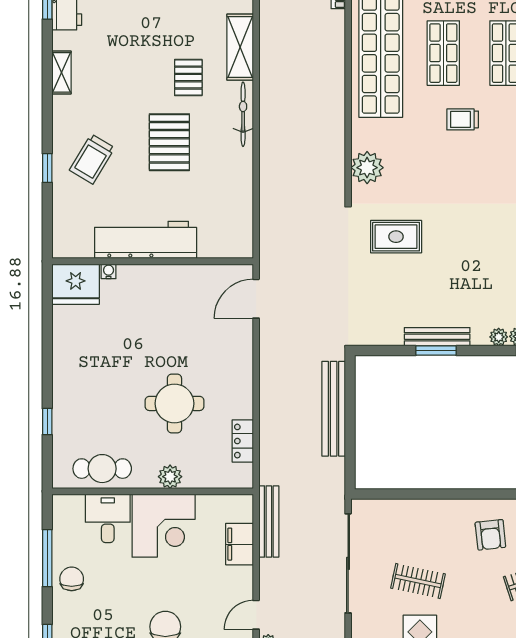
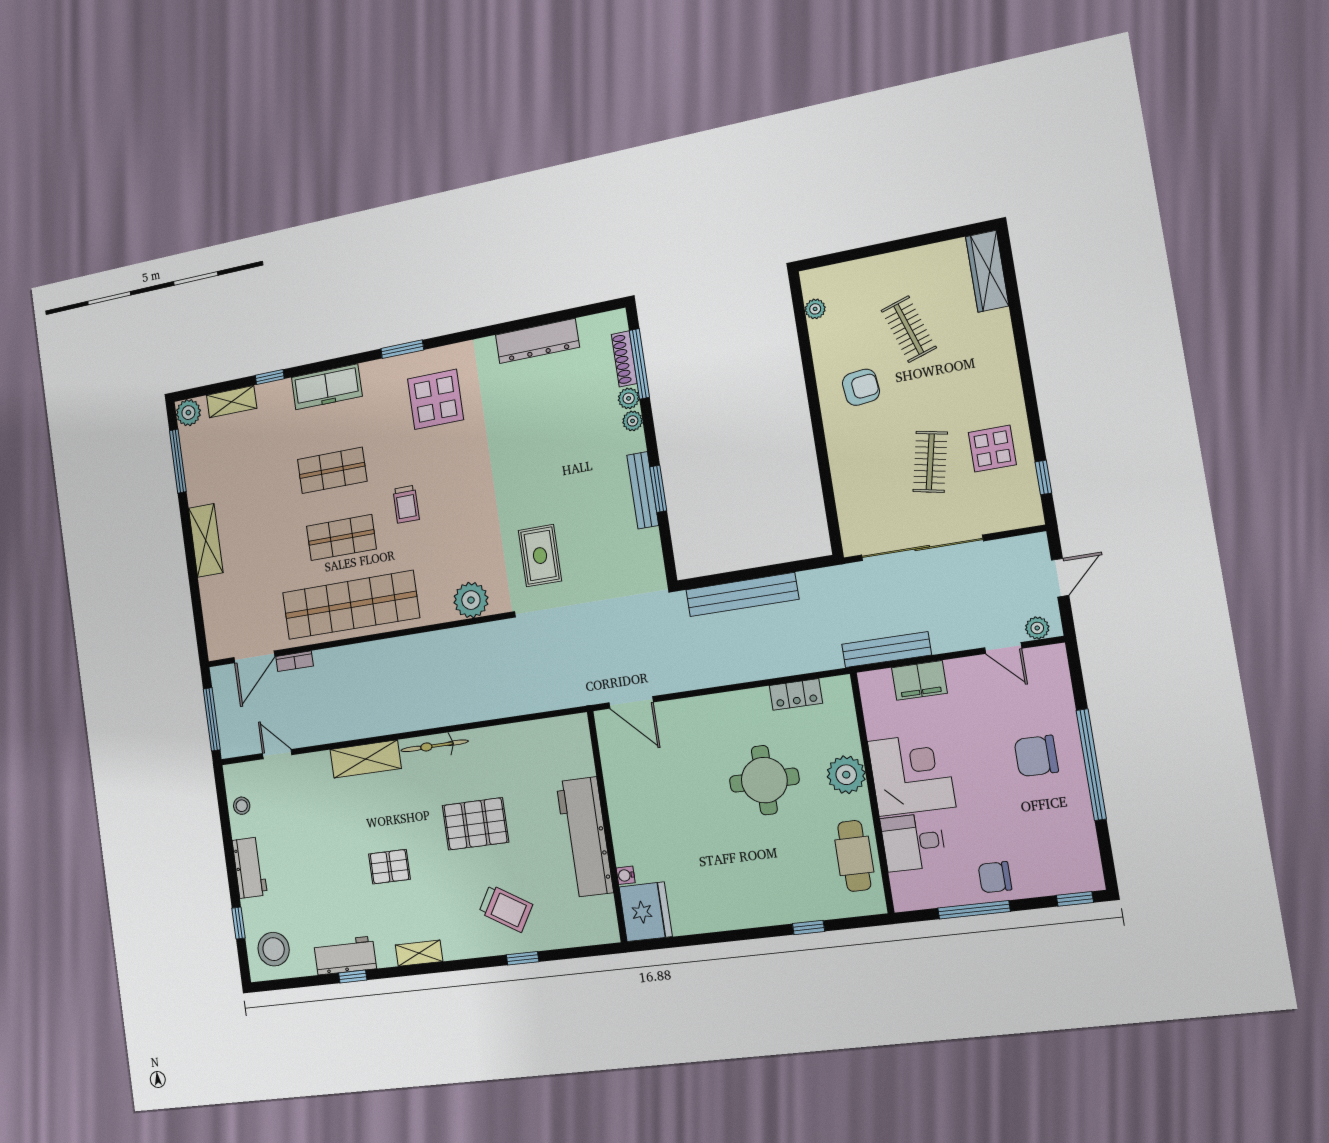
pallet: (188, 78) -> (389, 867), moved
plant: (170, 477) -> (846, 775), width x1.36, depth x1.36

